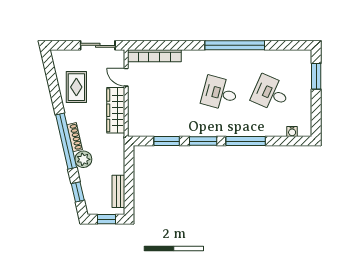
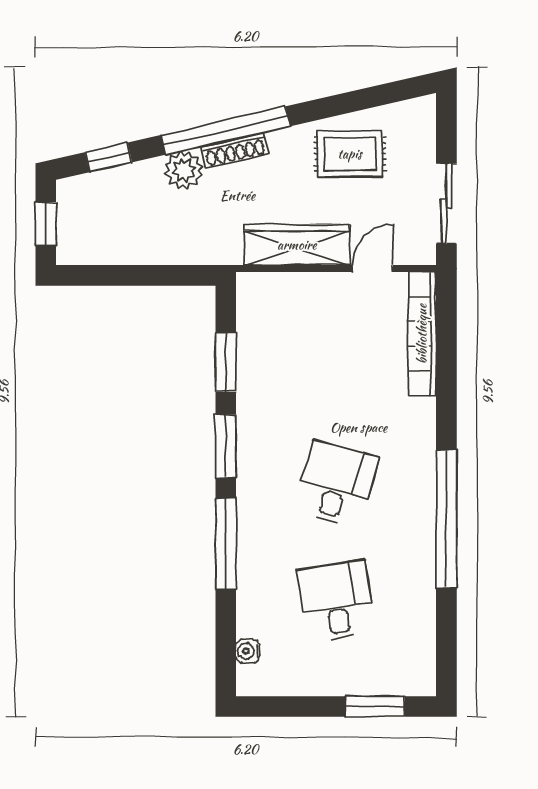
desk: (271, 93) -> (336, 601), turned -33
bench: (118, 191) -> (110, 251), removed

